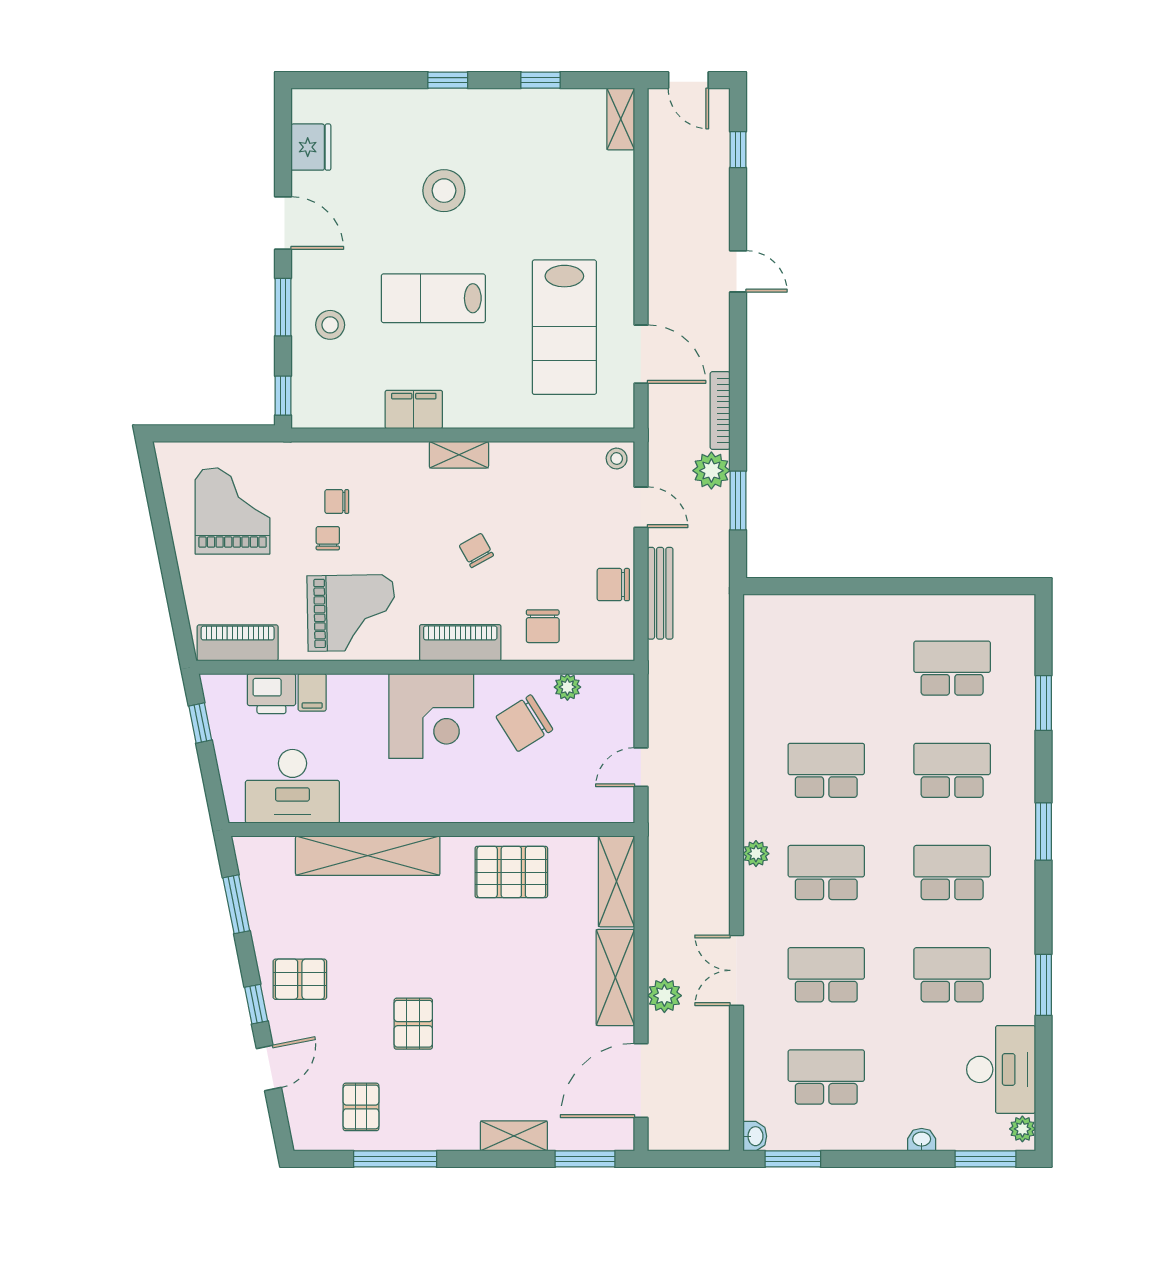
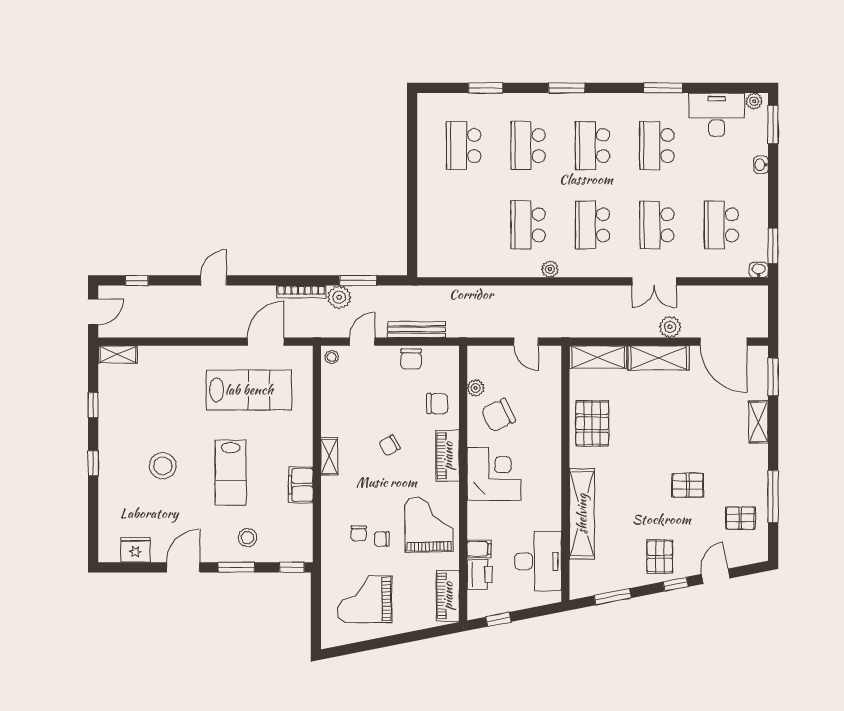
chair: (524, 723) -> (498, 415), turned 97
plant: (756, 854) -> (550, 269), moved
door: (269, 1068) -> (716, 576), hinge flipped

